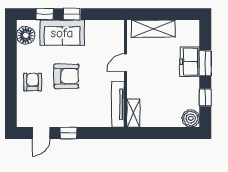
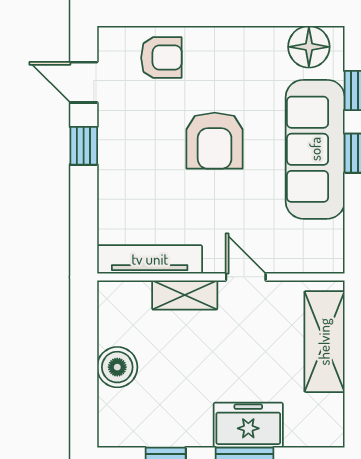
sofa: (62, 33) -> (315, 149), width x1.36
armchair: (33, 82) -> (161, 58), moved
shelving: (133, 113) -> (185, 295), moved
boiler: (191, 118) -> (117, 367), moved

